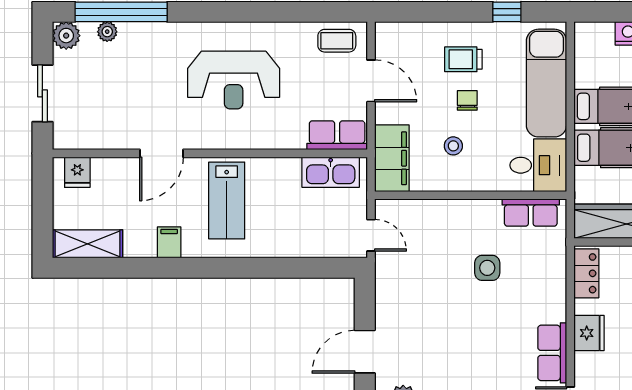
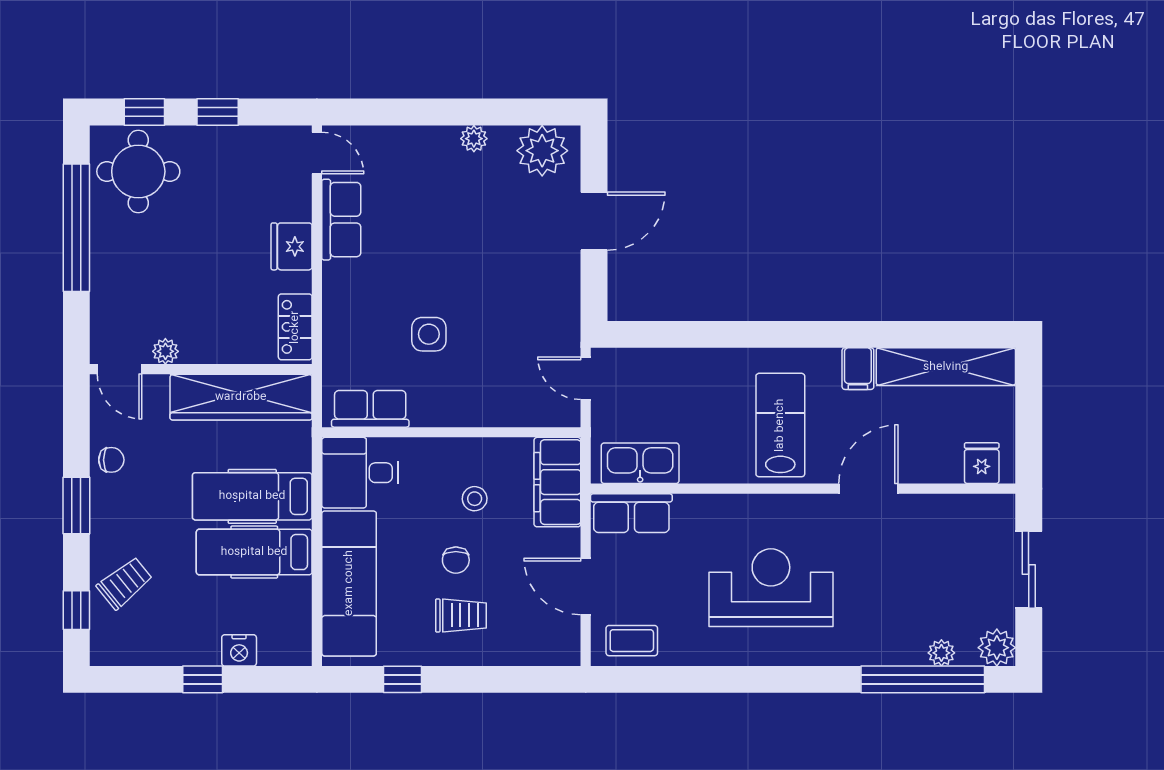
shelving: (87, 244) -> (946, 367), width x1.47

